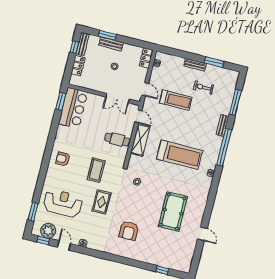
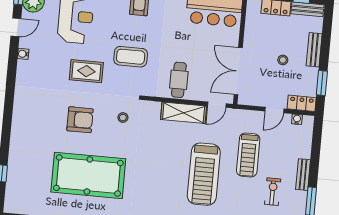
window: (108, 35) -> (322, 83), moved
door: (145, 89) -> (274, 110), moved
double door: (118, 98) -> (238, 71), width x1.37
treadmill: (180, 155) -> (204, 174), moved
pool table: (173, 212) -> (88, 175), width x1.36, depth x1.32
armchair: (129, 231) -> (80, 120), moved, turned 180

